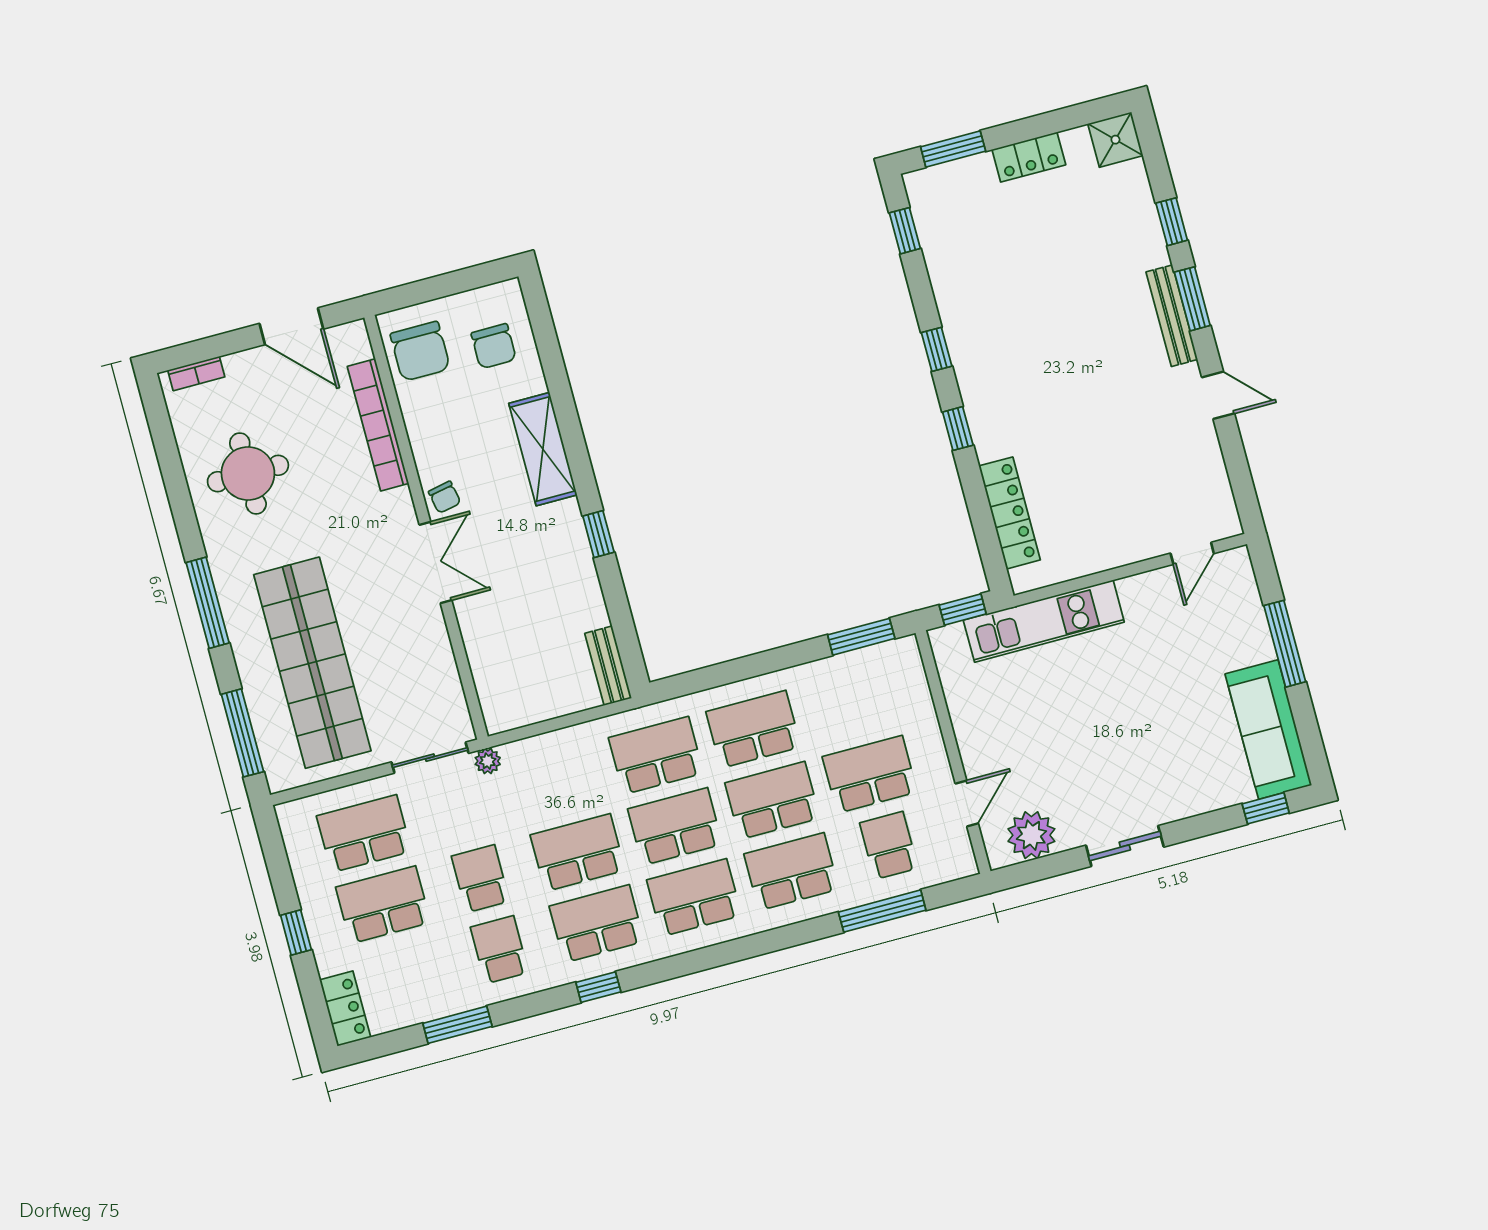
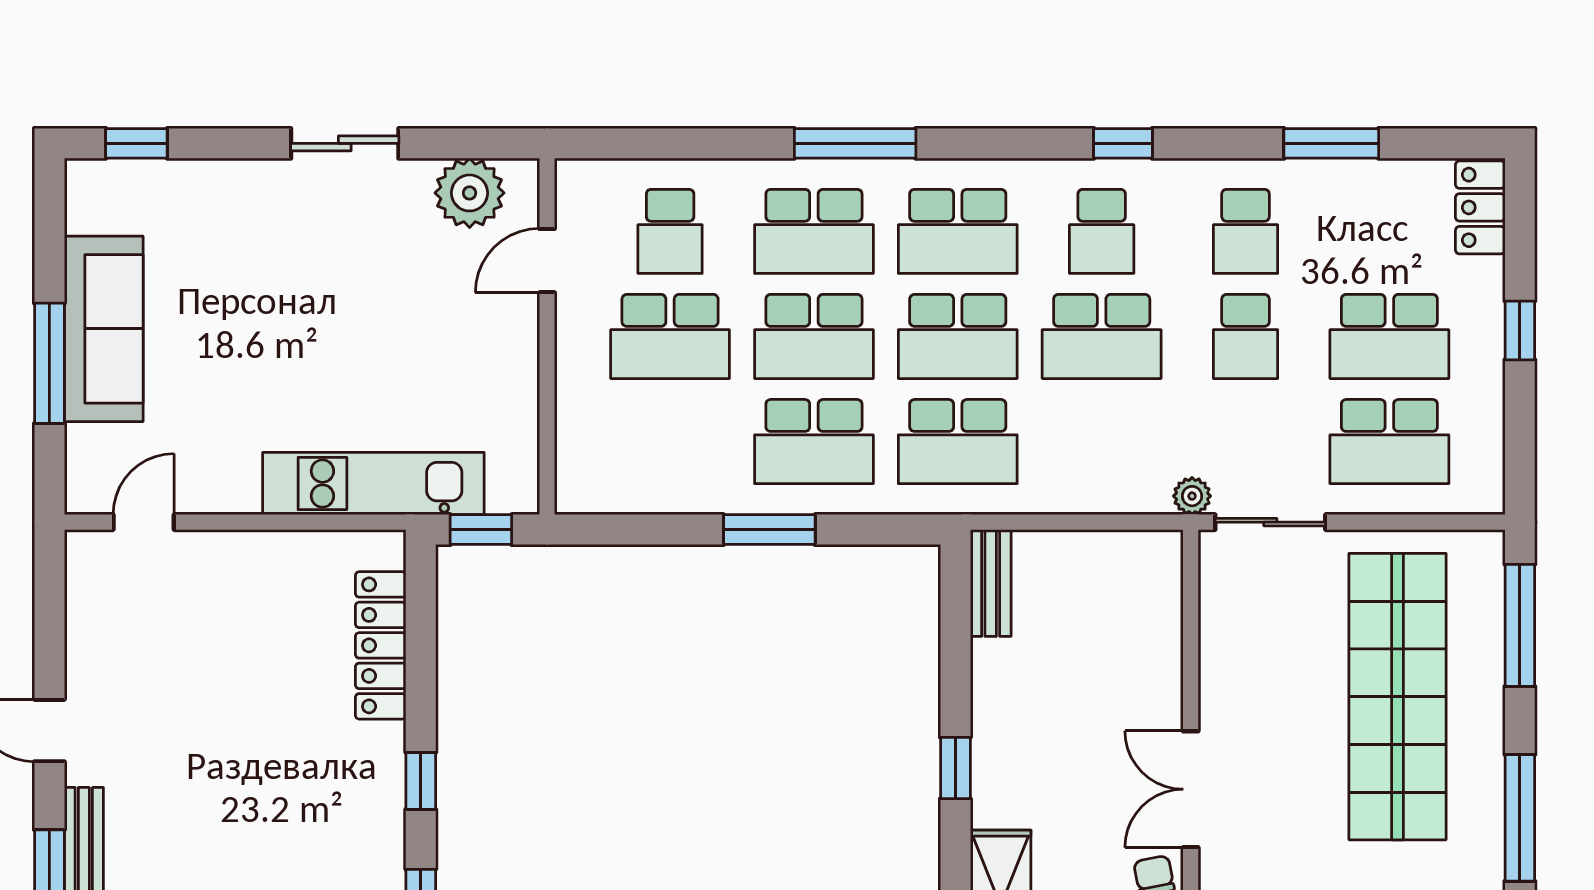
window: (861, 637) -> (769, 530), moved
sofa: (1268, 730) -> (104, 329), moved
window: (882, 911) -> (855, 143), moved
school desk: (597, 924) -> (1102, 231), width x0.54

